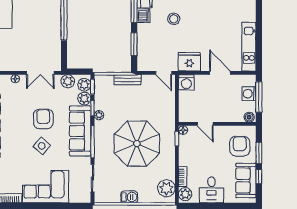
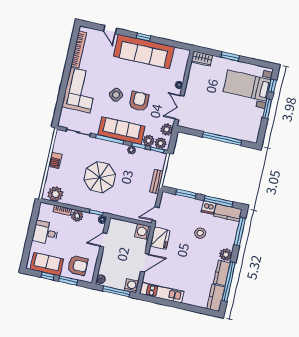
washing machine: (249, 94) -> (132, 286), moved
armchair: (43, 119) -> (139, 101), turned -90
parasol: (137, 144) -> (100, 177), width x0.73, depth x0.73
plant: (185, 194) -> (77, 216), moved

